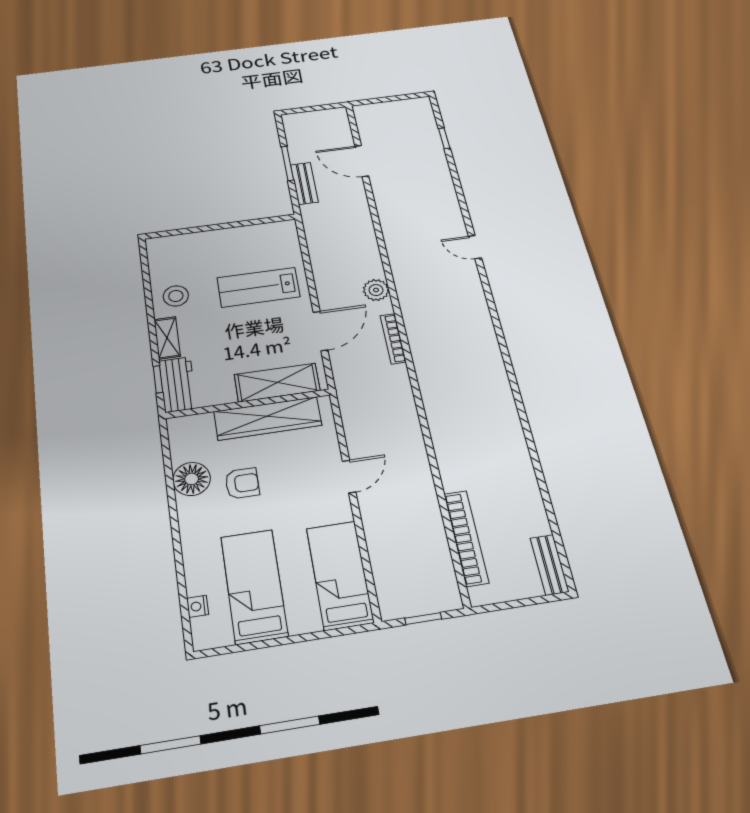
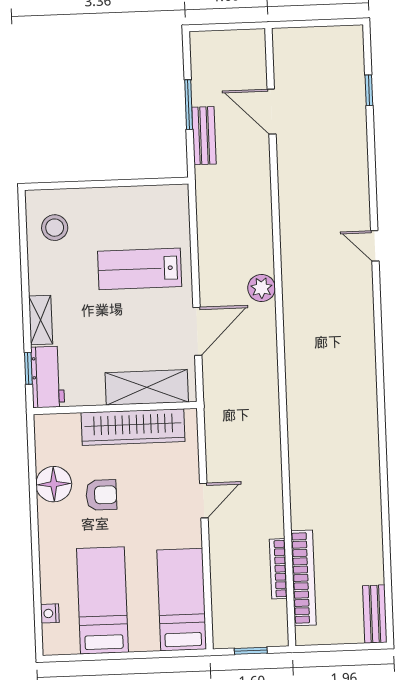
stool: (176, 296) -> (55, 228), moved
bookcase: (393, 339) -> (278, 569), moved

